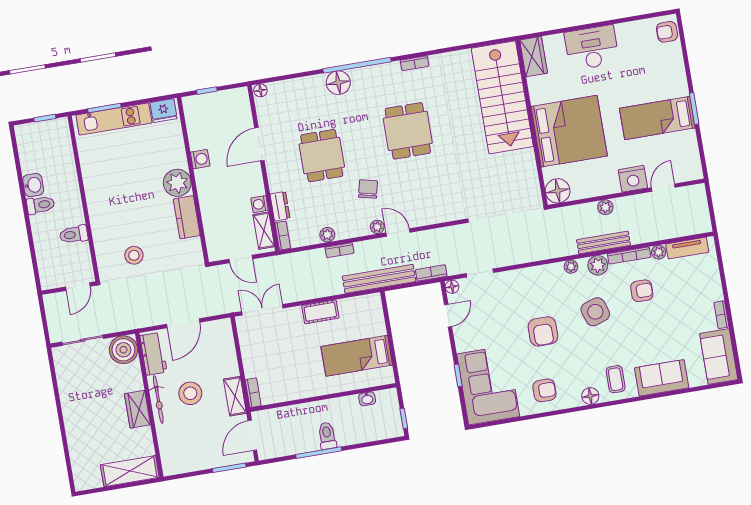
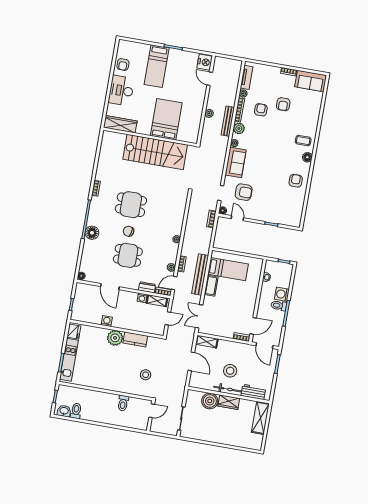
armchair: (667, 32) -> (123, 65), moved
wardrobe: (534, 57) -> (120, 124), width x1.50
stairs: (502, 97) -> (155, 152), moved
bed: (657, 118) -> (157, 66), moved
bed: (569, 131) -> (166, 119), width x0.73
nightstand: (633, 179) -> (205, 62), moved
washbasin: (33, 185) -> (64, 411), moved
chair: (368, 189) -> (128, 231), moved
floor lamp: (558, 191) -> (191, 136), removed
toilet: (41, 205) -> (76, 411), moved
door: (398, 232) -> (174, 283), moved
bench: (379, 279) -> (200, 274), moved
door: (78, 287) -> (152, 411), hinge flipped
side table: (595, 312) -> (263, 139), removed
armchair: (664, 325) -> (283, 104), added
armchair: (543, 331) -> (244, 192), moved
boiler: (123, 350) -> (210, 401), moved
workbench: (153, 354) -> (253, 392), moved
bed: (357, 356) -> (228, 269), moved, turned -90
sofa: (662, 378) -> (236, 162), moved, turned 180
corner sofa: (488, 385) -> (282, 210), removed
shelving: (235, 396) -> (207, 342), moved
door: (278, 405) -> (253, 326), added
washing machine: (348, 434) -> (282, 294), added

